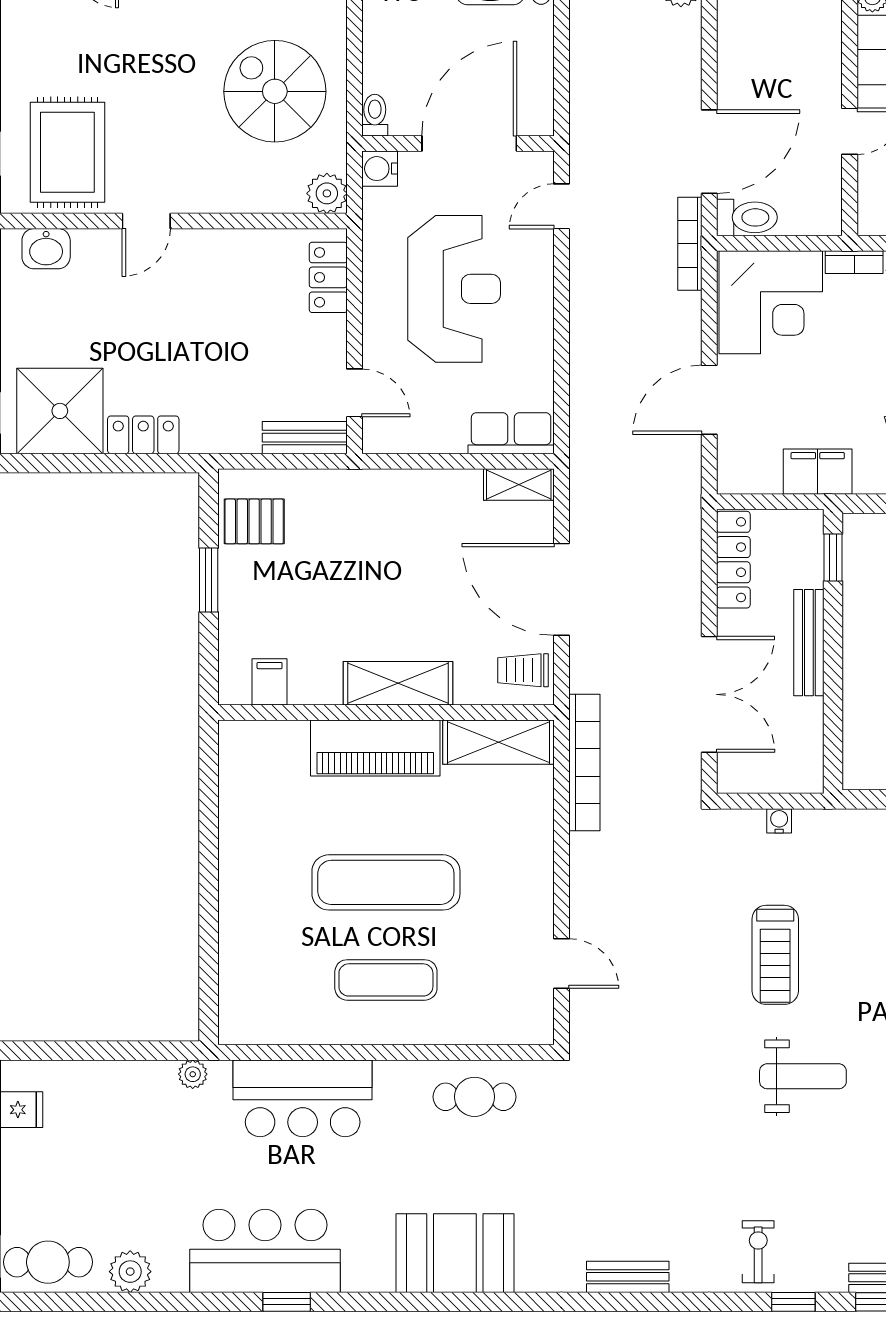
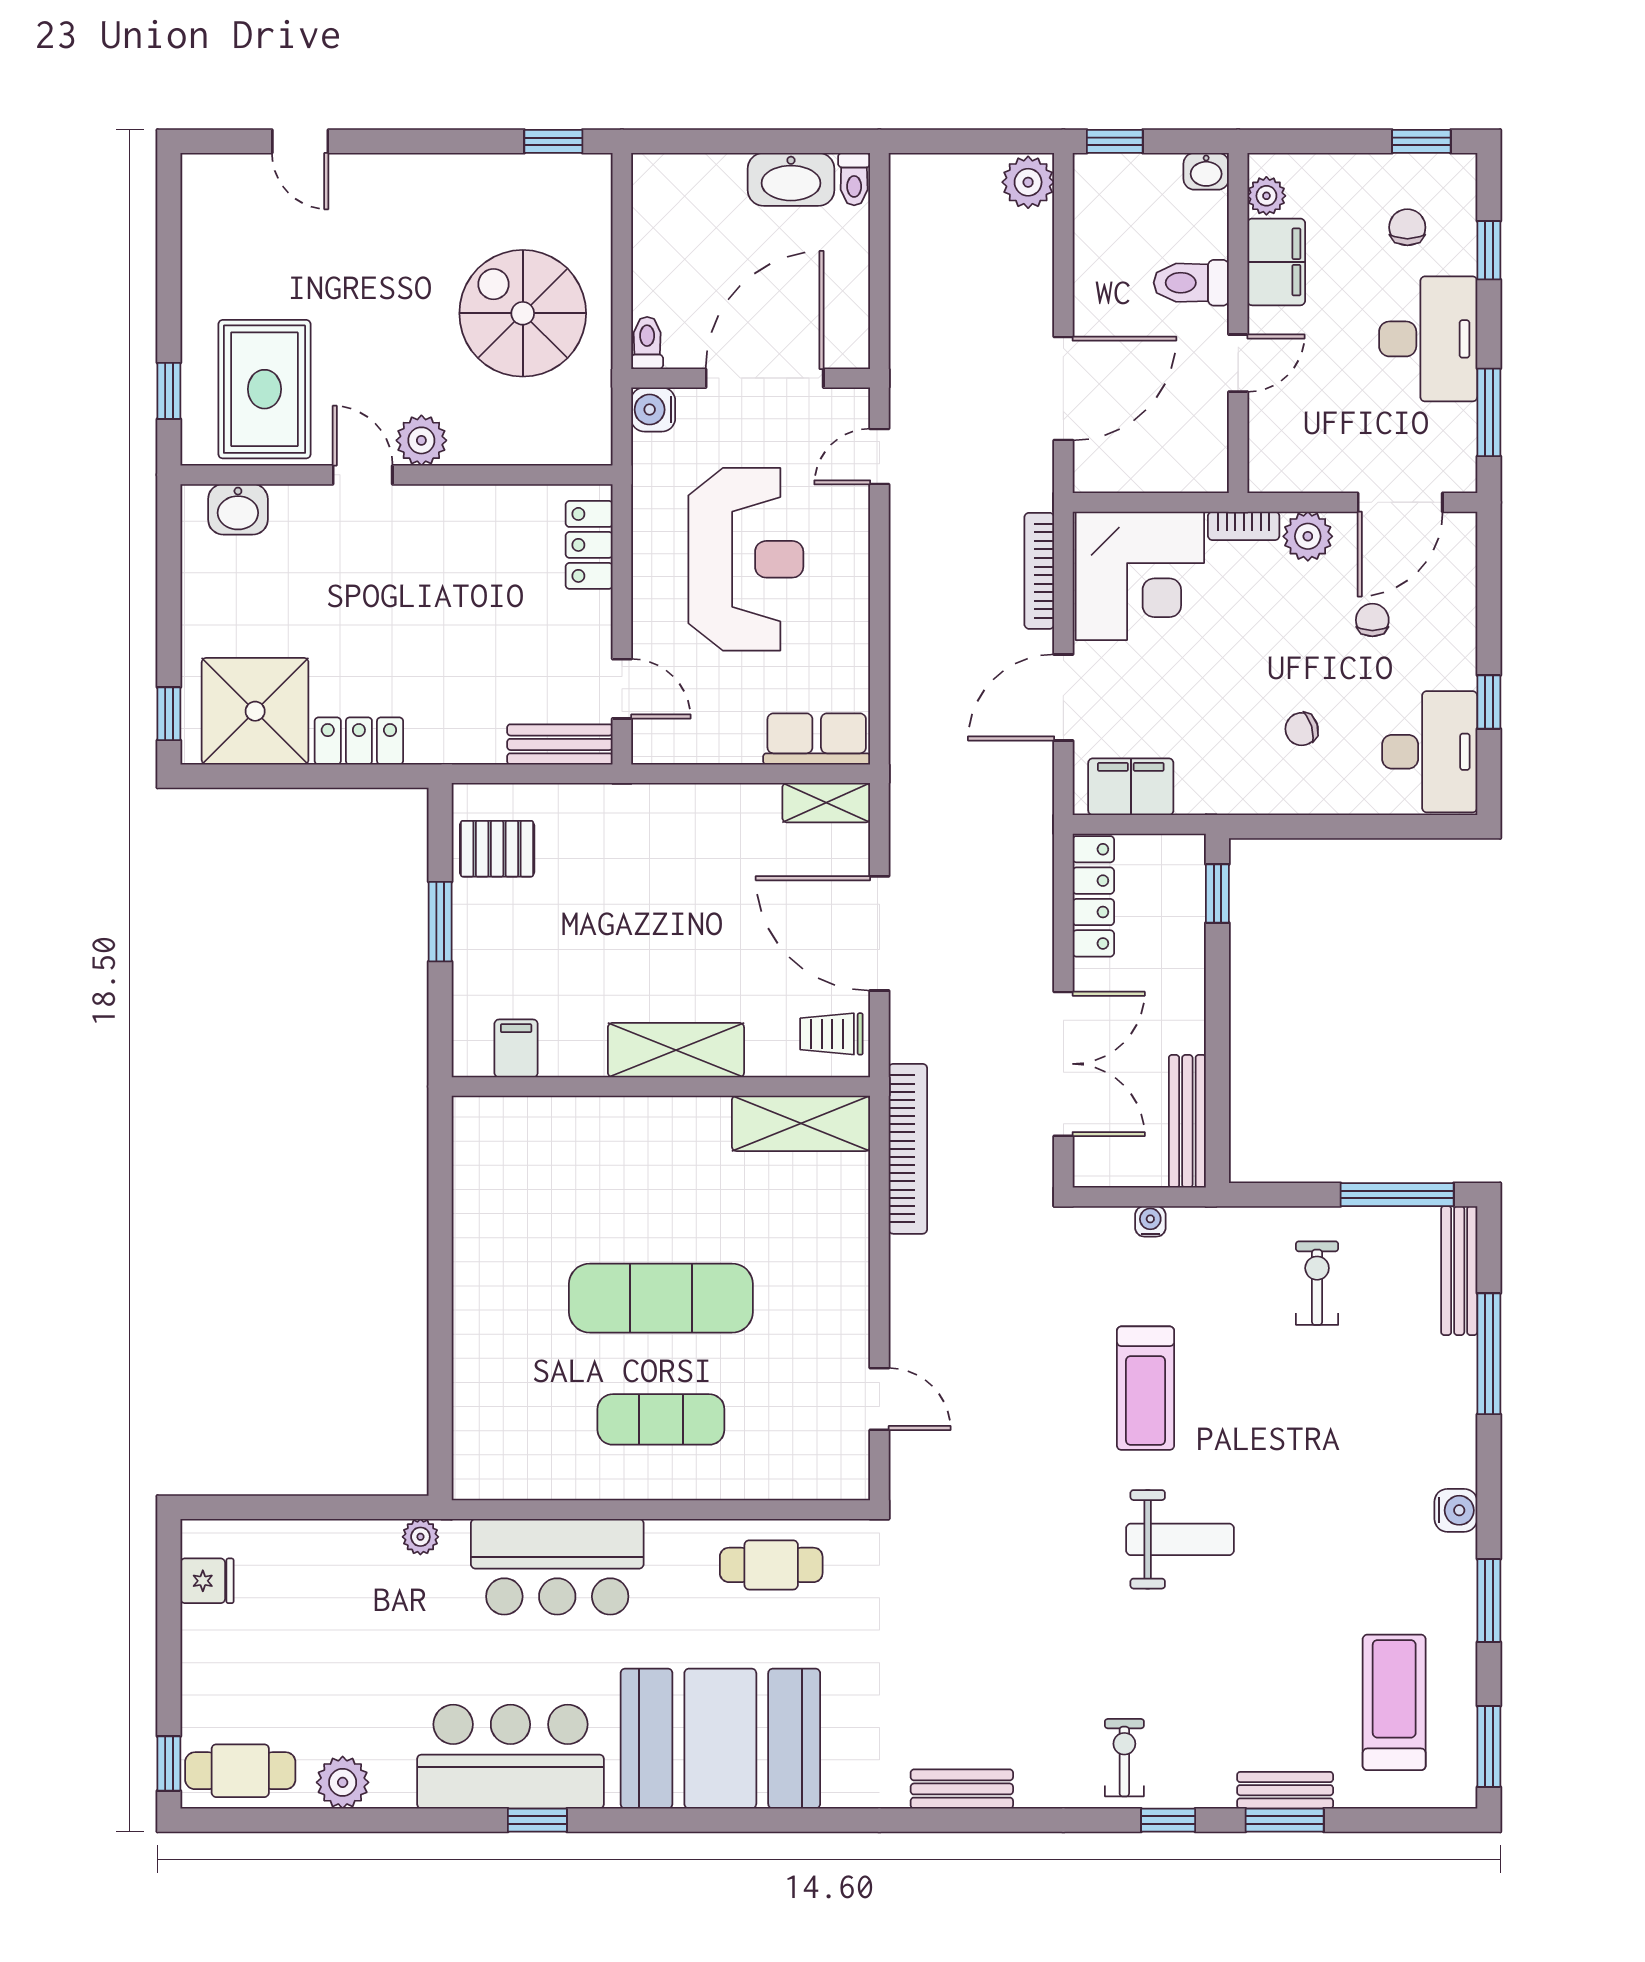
plant: (327, 193) -> (421, 440), moved
toilet: (747, 217) -> (1191, 283), moved, turned 180
door: (146, 221) -> (363, 475), swing flipped
bookcase: (690, 244) -> (1039, 571), moved
filing cabinet: (818, 472) -> (1131, 787), moved
bench: (809, 643) -> (1187, 1121), moved
piano: (375, 748) -> (648, 1131), removed
booth: (455, 1253) -> (720, 1739), width x1.36, depth x1.42

